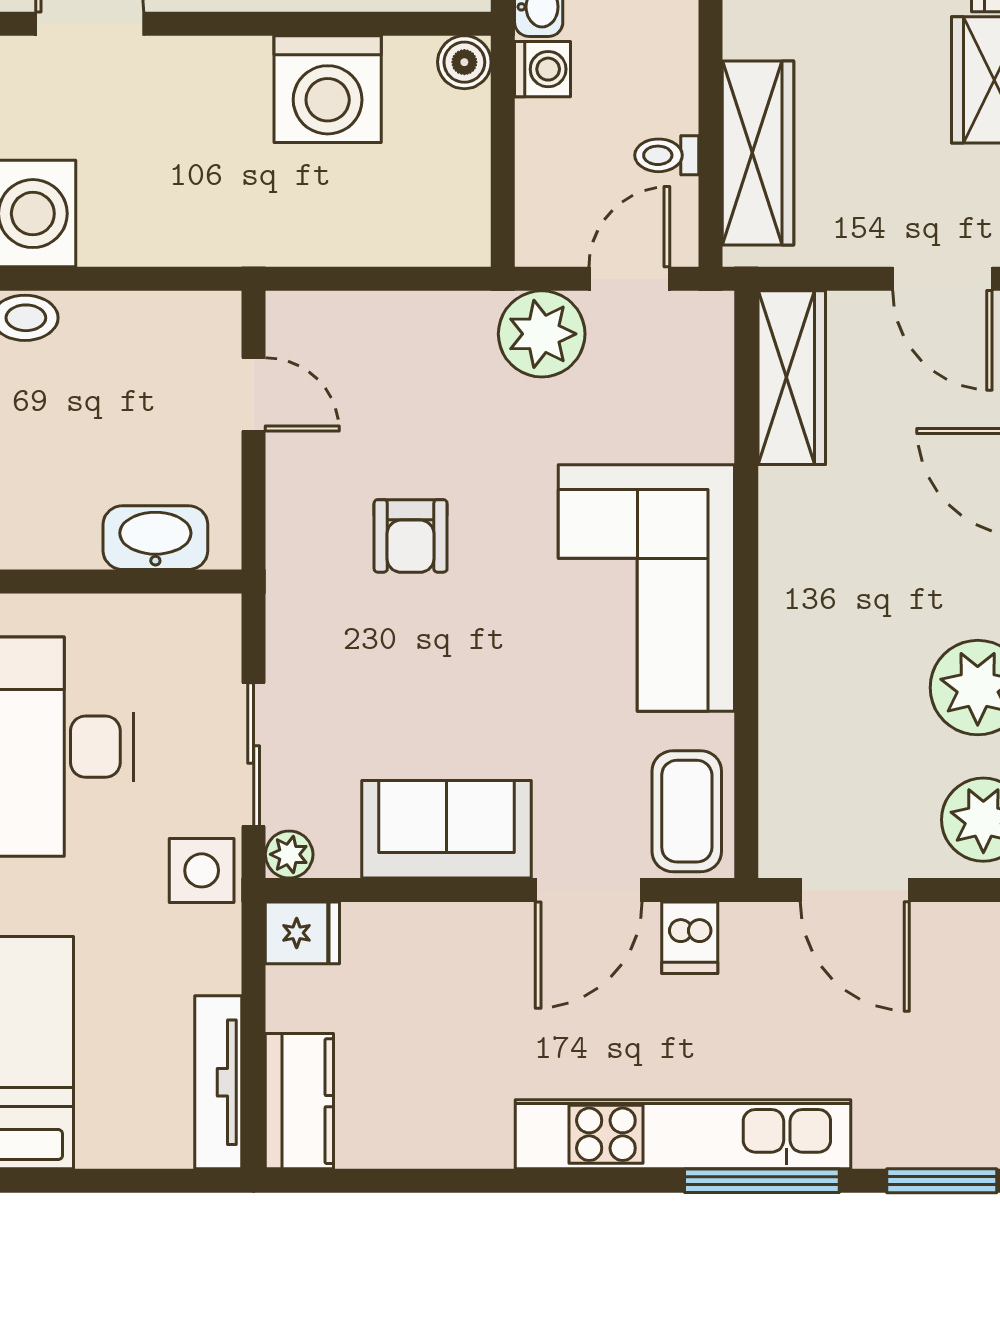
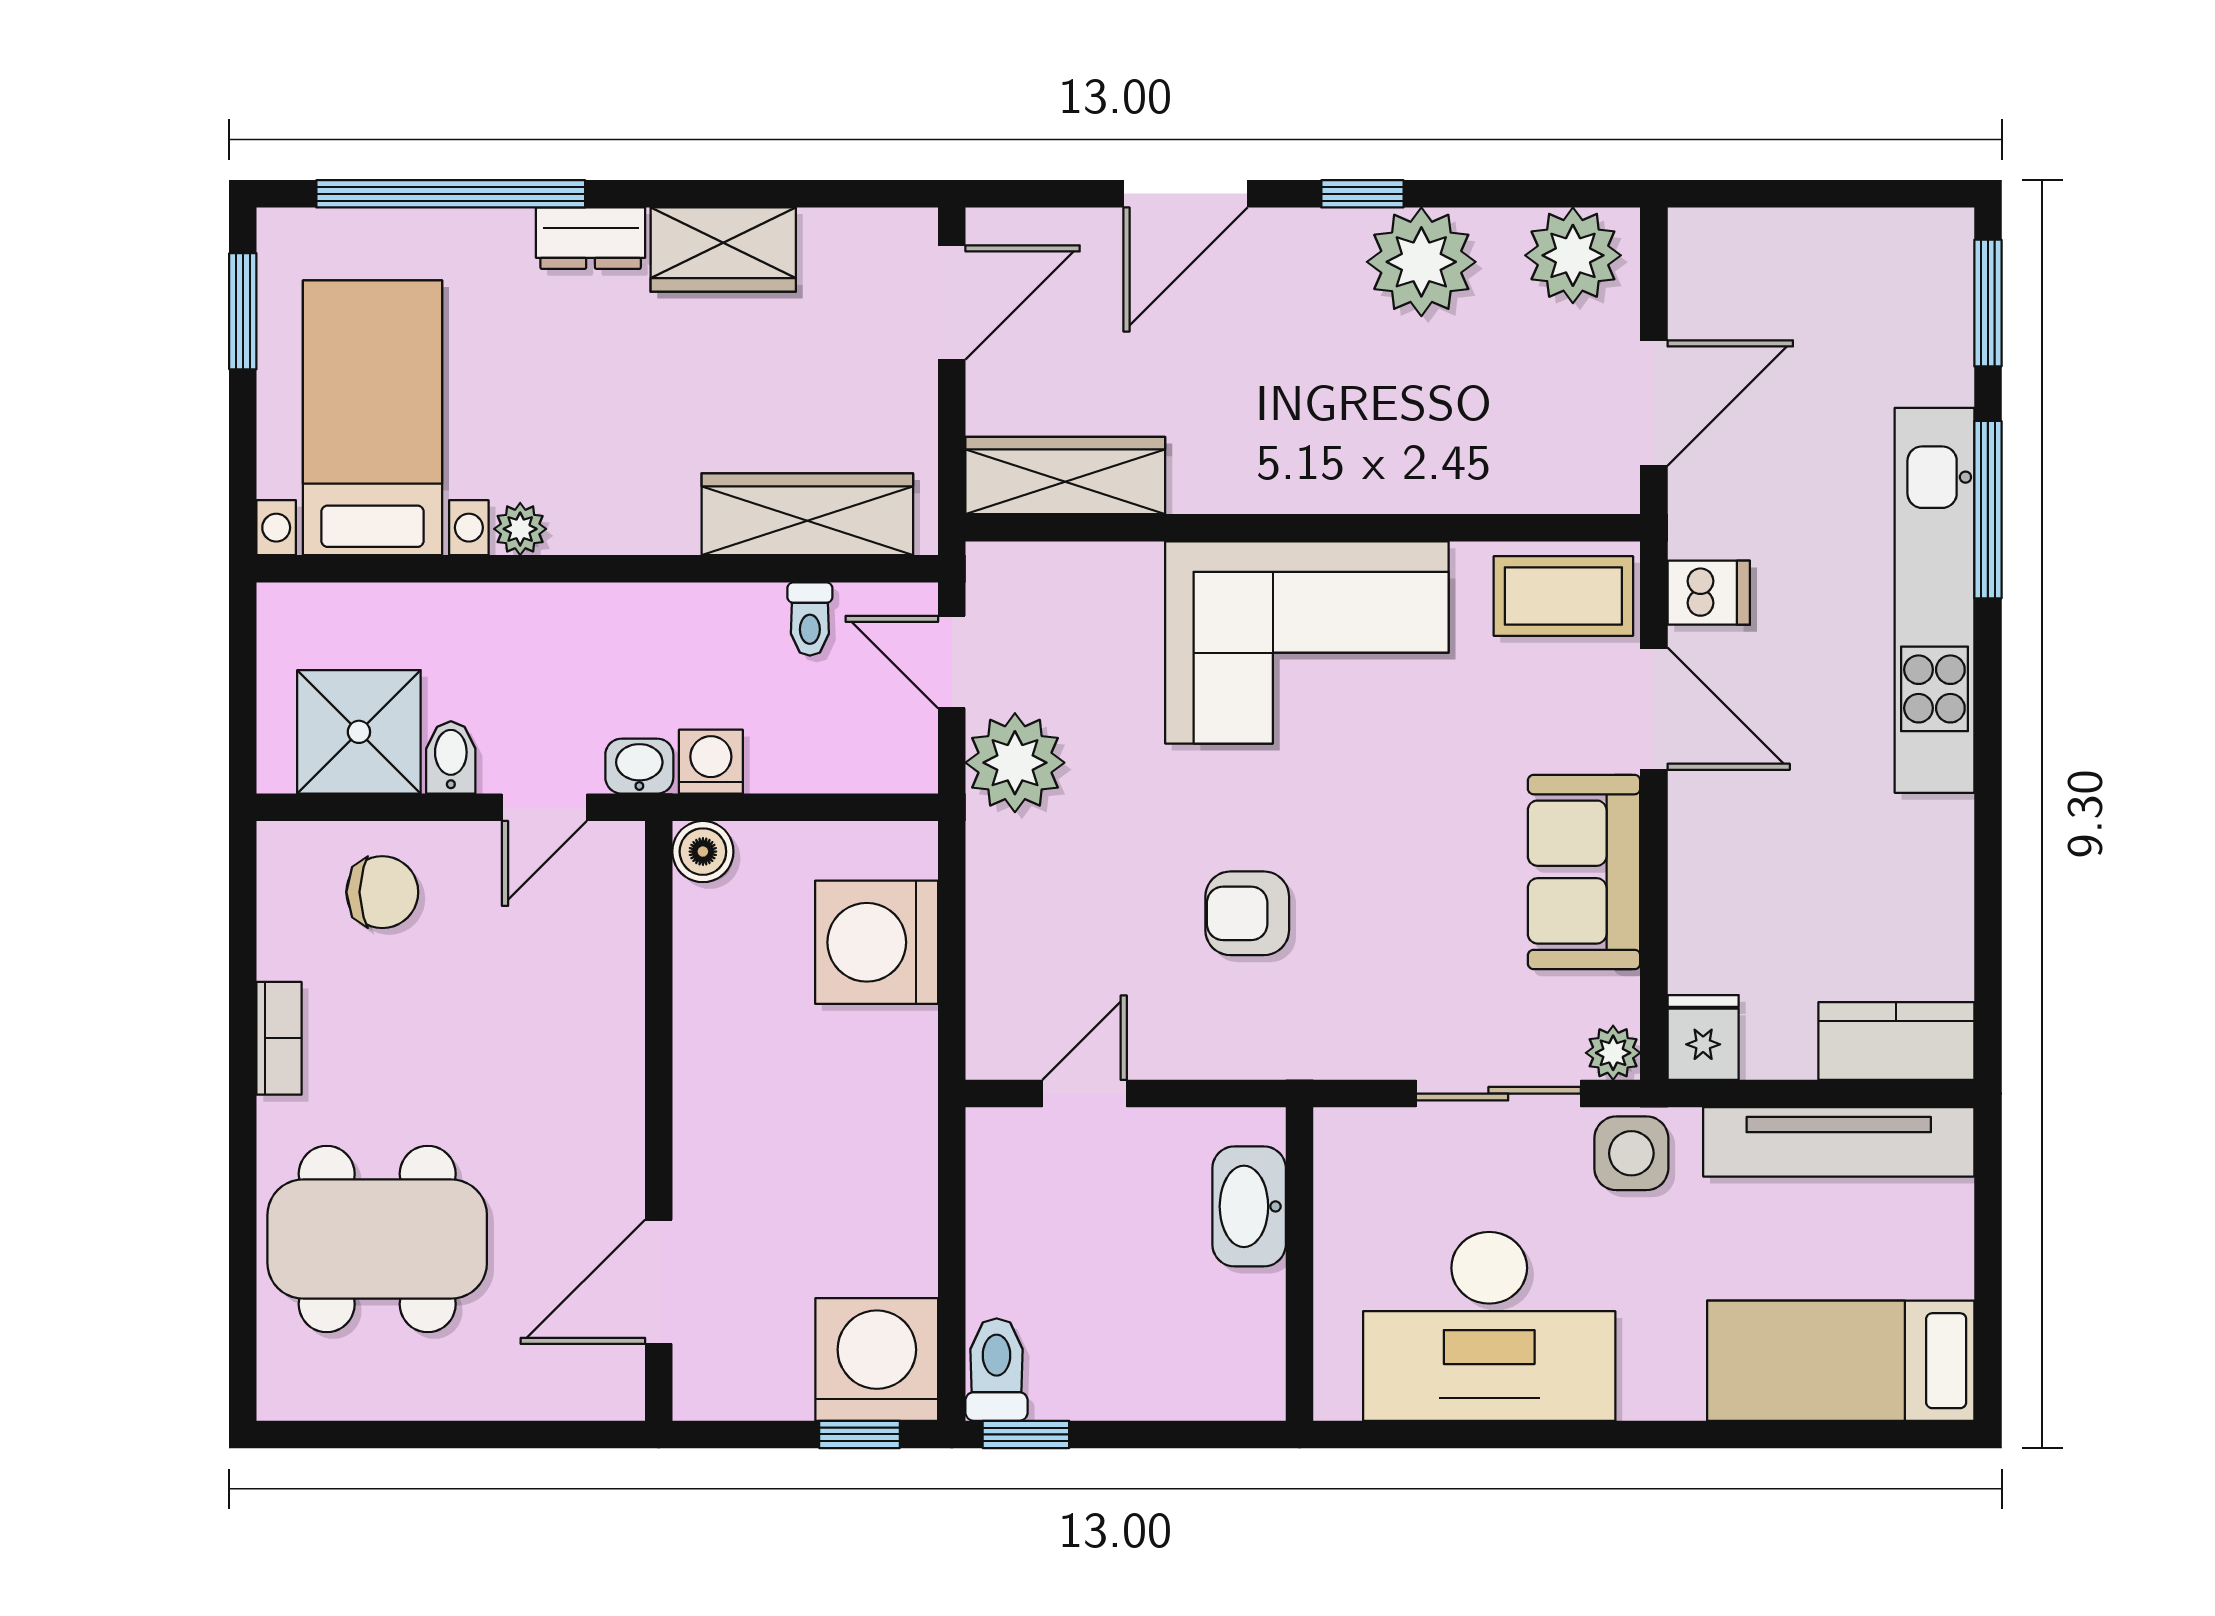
washing machine: (328, 89) -> (877, 942), moved, turned 180
armchair: (411, 536) -> (1247, 913), turned 180
tv unit: (218, 1082) -> (1839, 1142), width x1.36, depth x1.29

